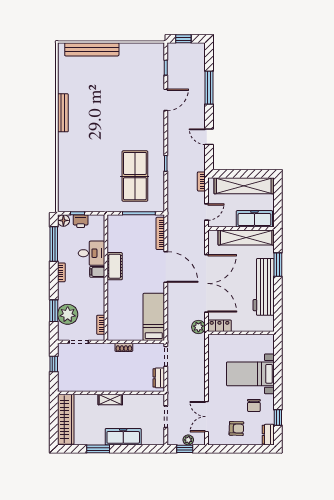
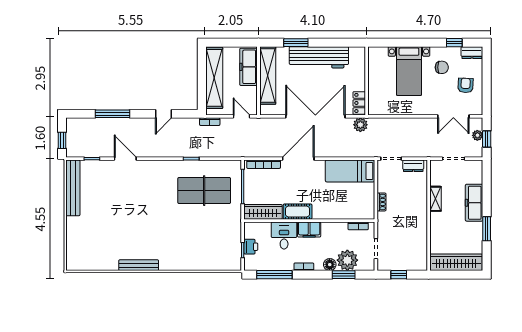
bench: (92, 49) -> (73, 188), moved
floor lamp: (63, 220) -> (330, 265), moved
wardrobe: (114, 233) -> (263, 212), added
filing cabinet: (97, 272) -> (309, 230), width x2.00
shelving: (110, 400) -> (436, 199), moved

